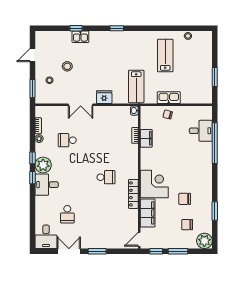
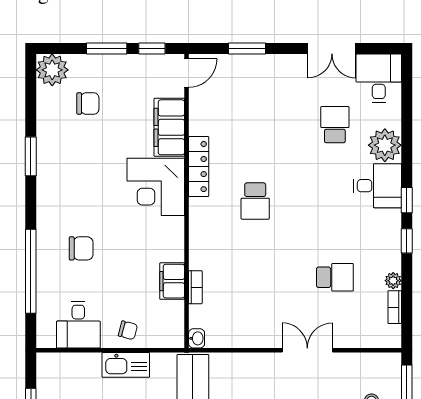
fridge: (104, 97) -> (259, 366), removed
desk: (201, 131) -> (78, 325), moved, turned -90
plant: (43, 165) -> (385, 145), moved
school desk: (106, 177) -> (255, 201), turned -90
chair: (185, 199) -> (81, 248), moved
window: (215, 211) -> (31, 156), moved
window: (97, 251) -> (247, 48), moved

